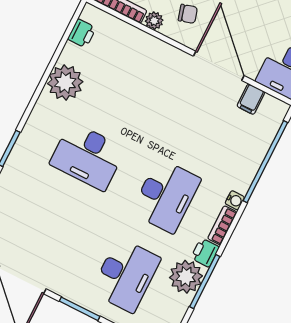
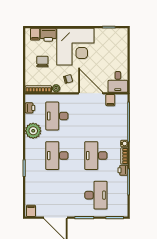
desk: (128, 77) -> (57, 116), added
desk: (88, 156) -> (57, 156), turned 90
desk: (166, 196) -> (96, 156), turned 180
plant: (186, 277) -> (120, 184), removed

